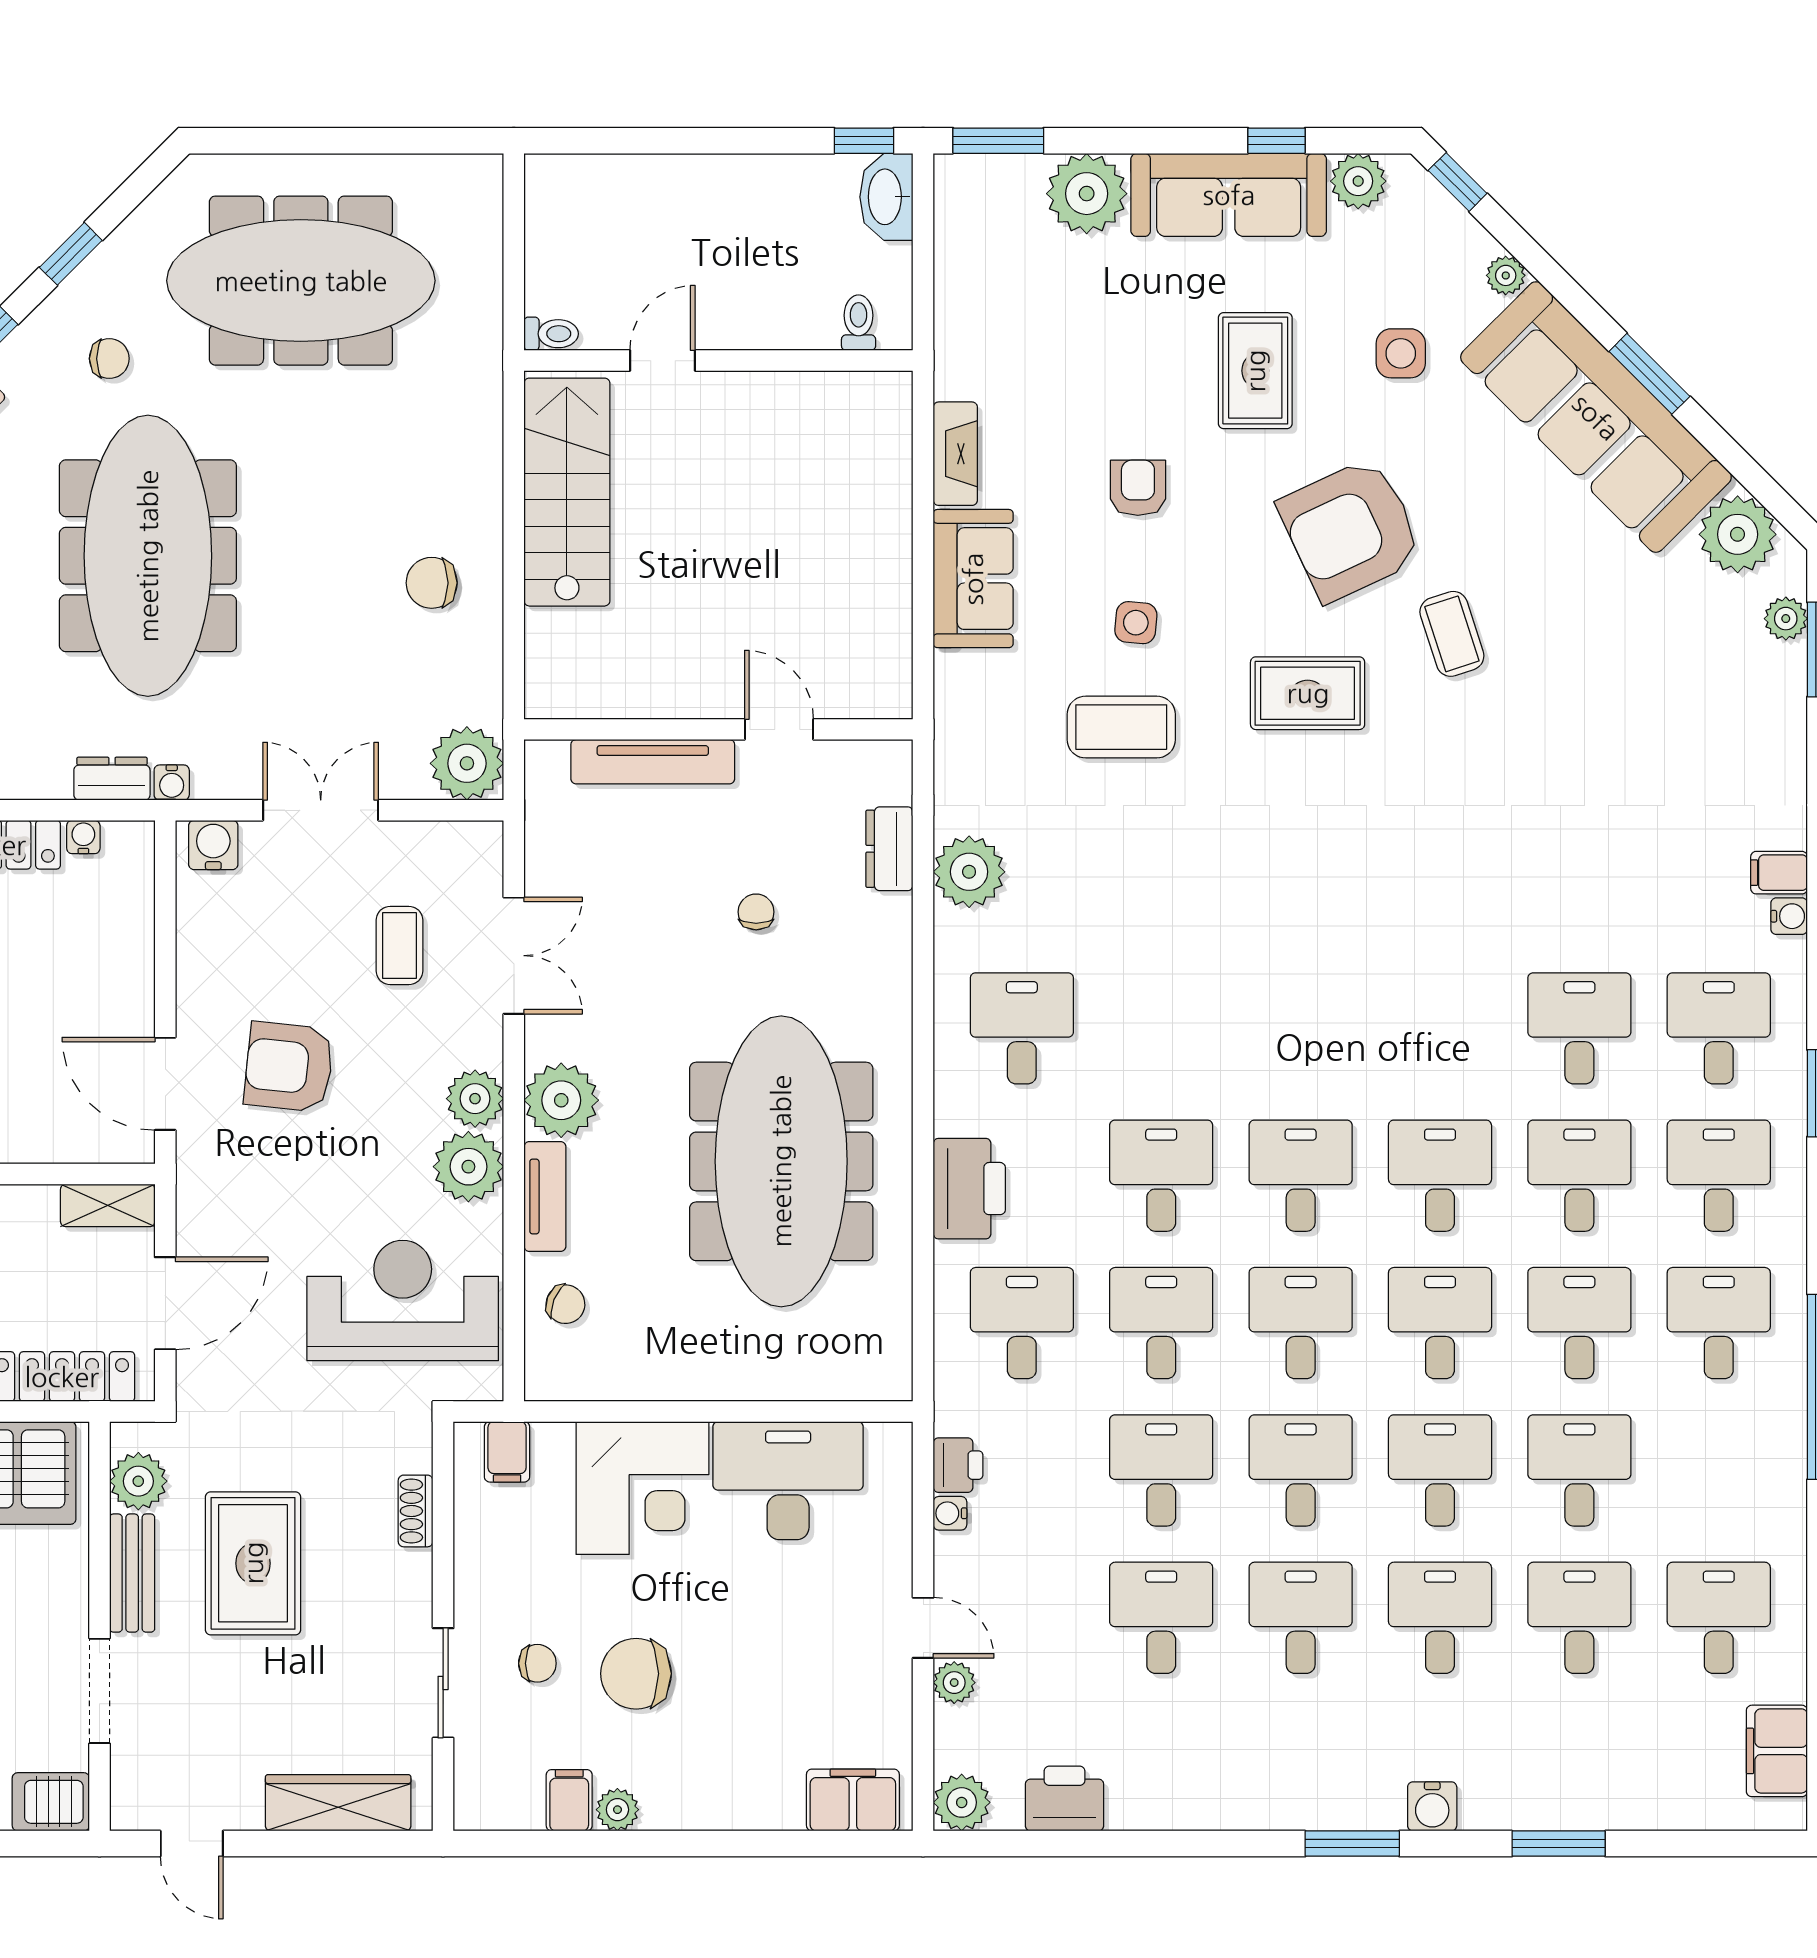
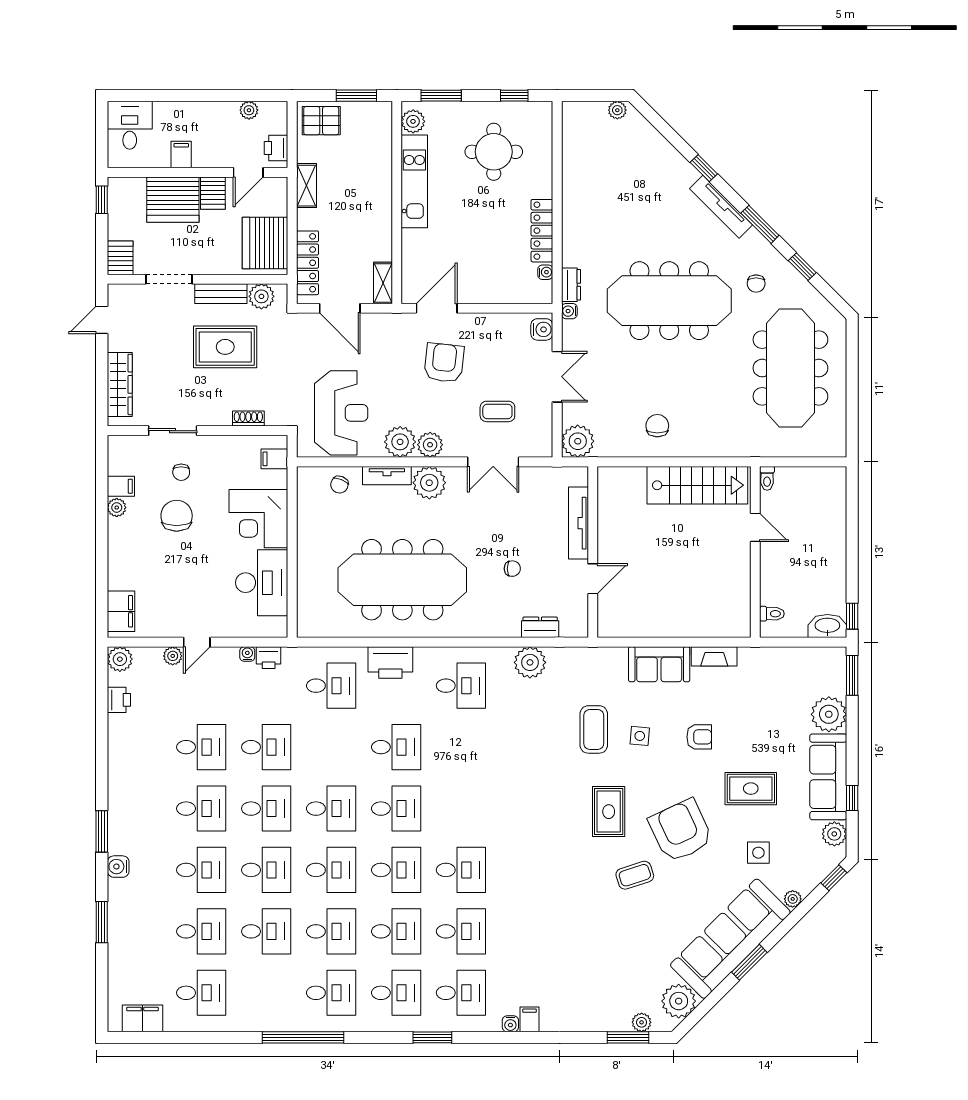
desk: (1161, 1323) -> (461, 870), moved
printer: (1065, 1798) -> (119, 700), width x0.73, depth x0.81

